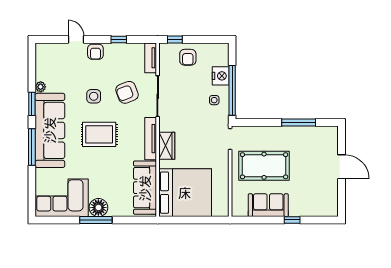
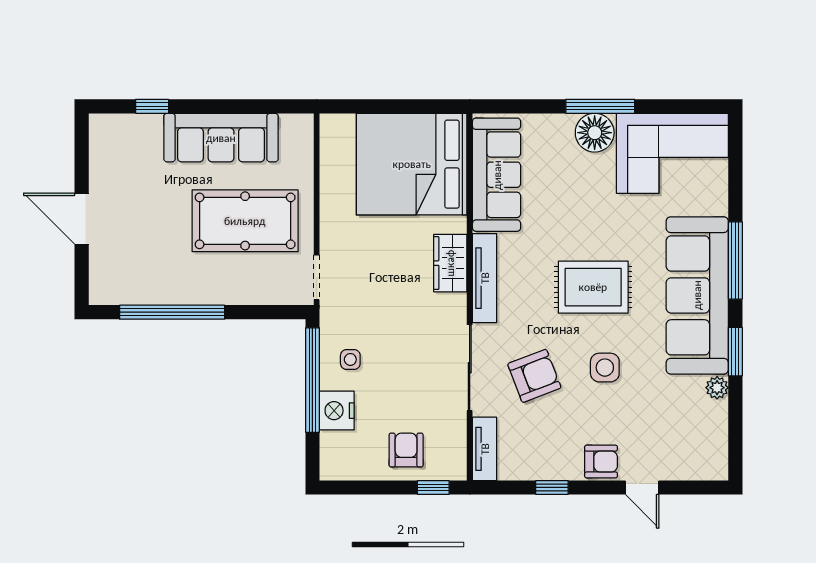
armchair: (95, 52) -> (601, 462), turned 90
window: (299, 122) -> (172, 312), width x1.46
sofa: (268, 205) -> (221, 138), width x1.36
window: (292, 220) -> (152, 106), moved

